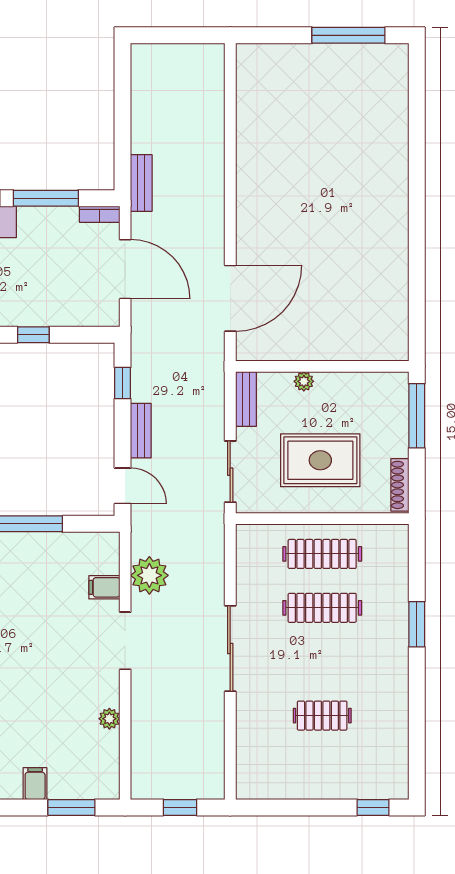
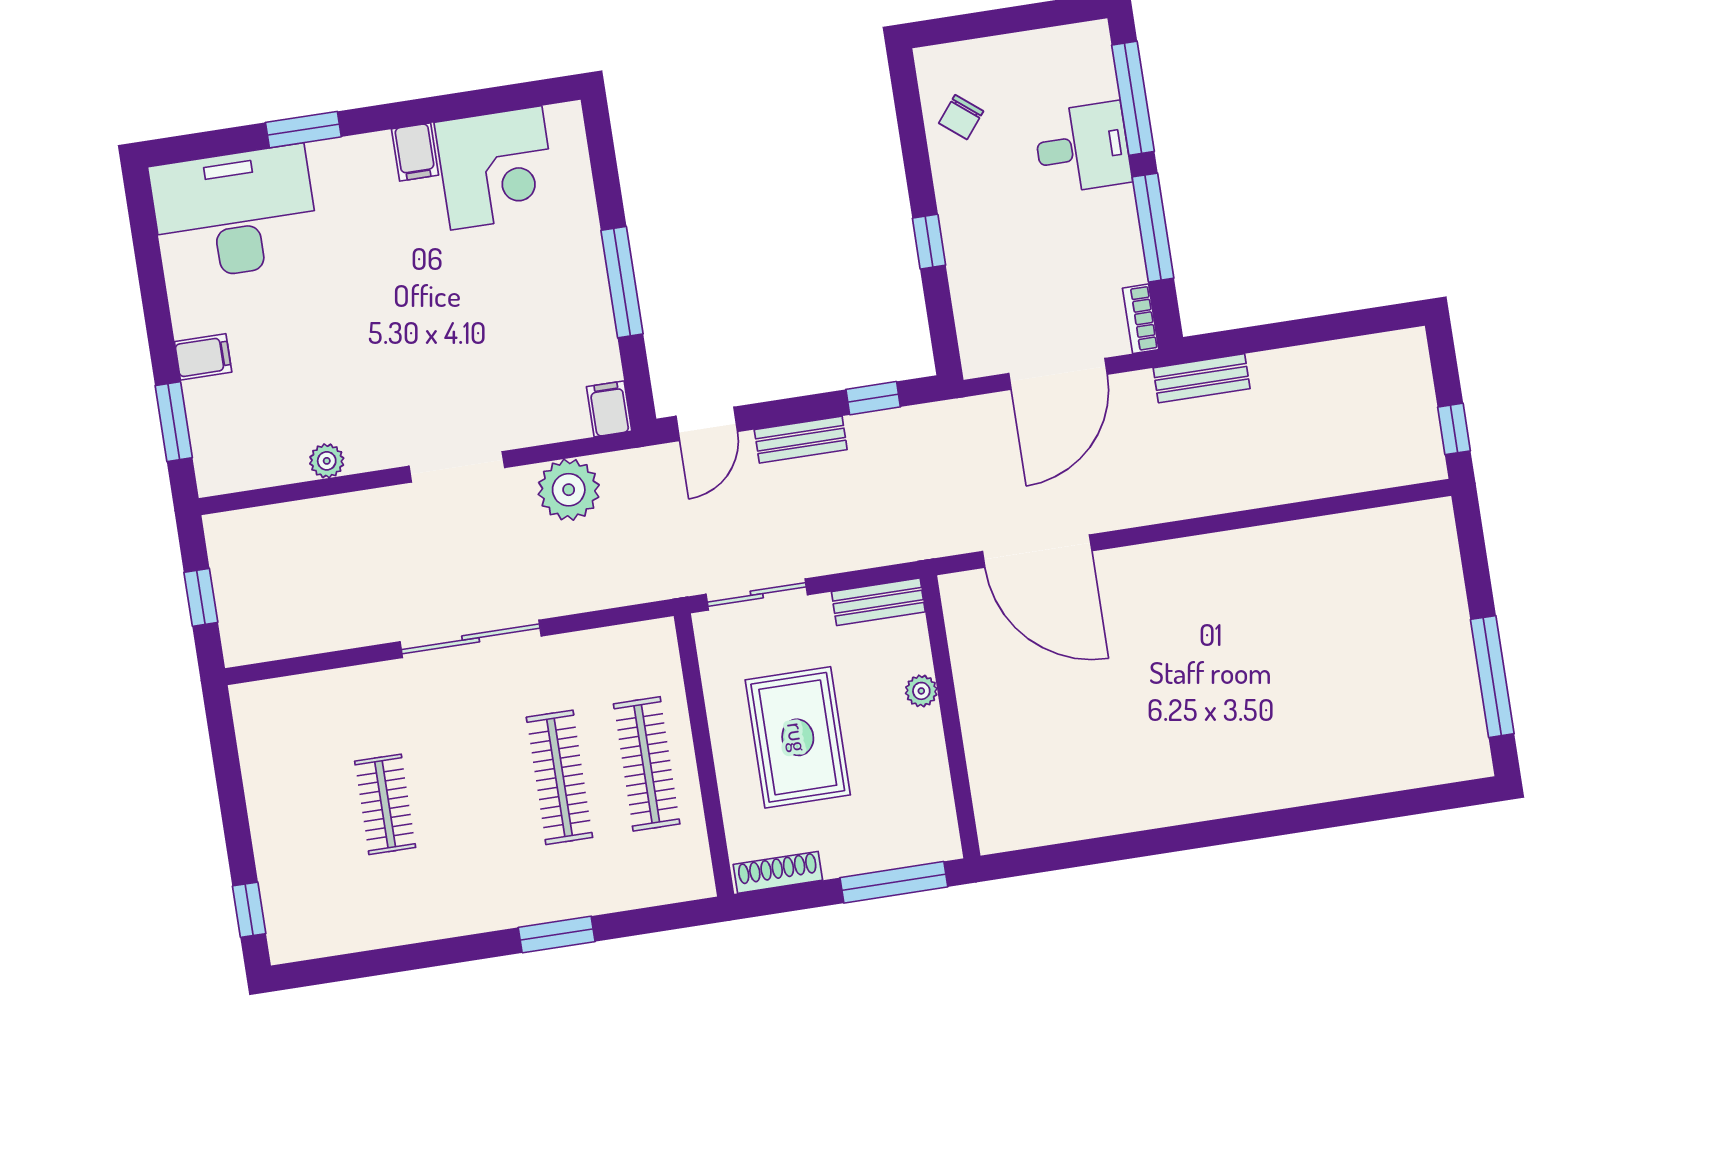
window: (195, 35) -> (1454, 429), added
filing cabinet: (104, 587) -> (609, 409), moved

